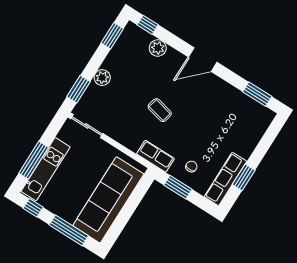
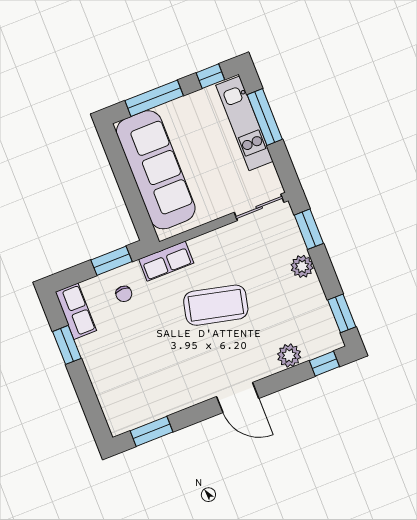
door: (203, 60) -> (238, 398), swing flipped
coffee table: (160, 110) -> (216, 305), width x1.86, depth x1.72
row of seats: (226, 179) -> (76, 311), width x0.68

